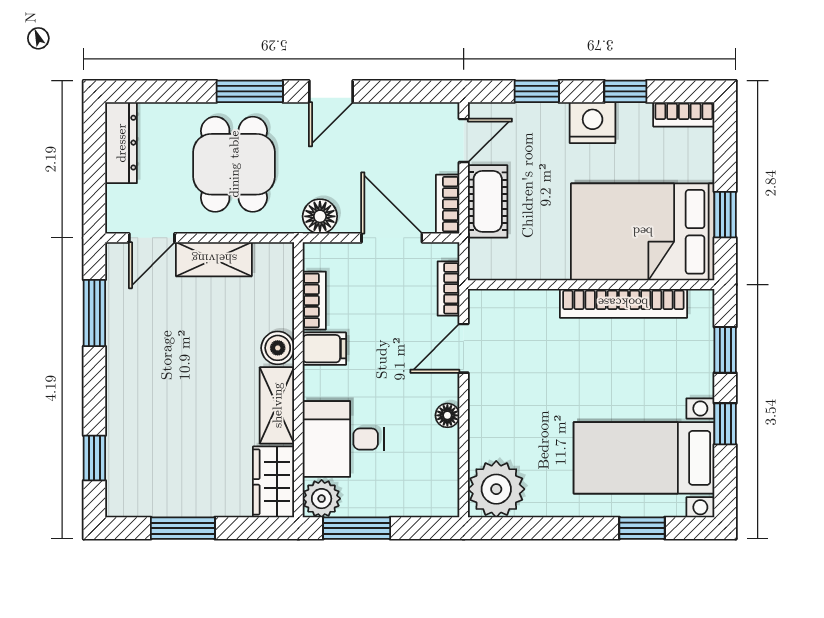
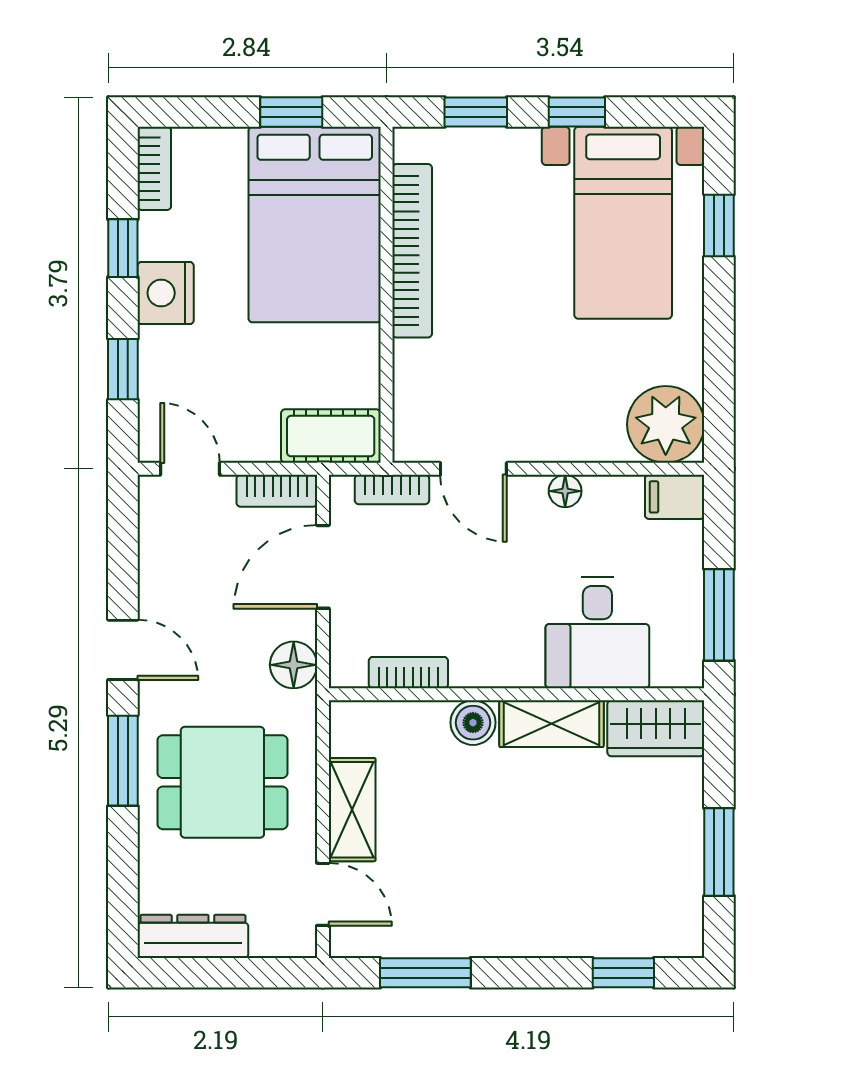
cot: (488, 201) -> (331, 436), moved
filing cabinet: (324, 349) -> (675, 497), moved, turned -90
plant: (322, 499) -> (679, 663), removed

